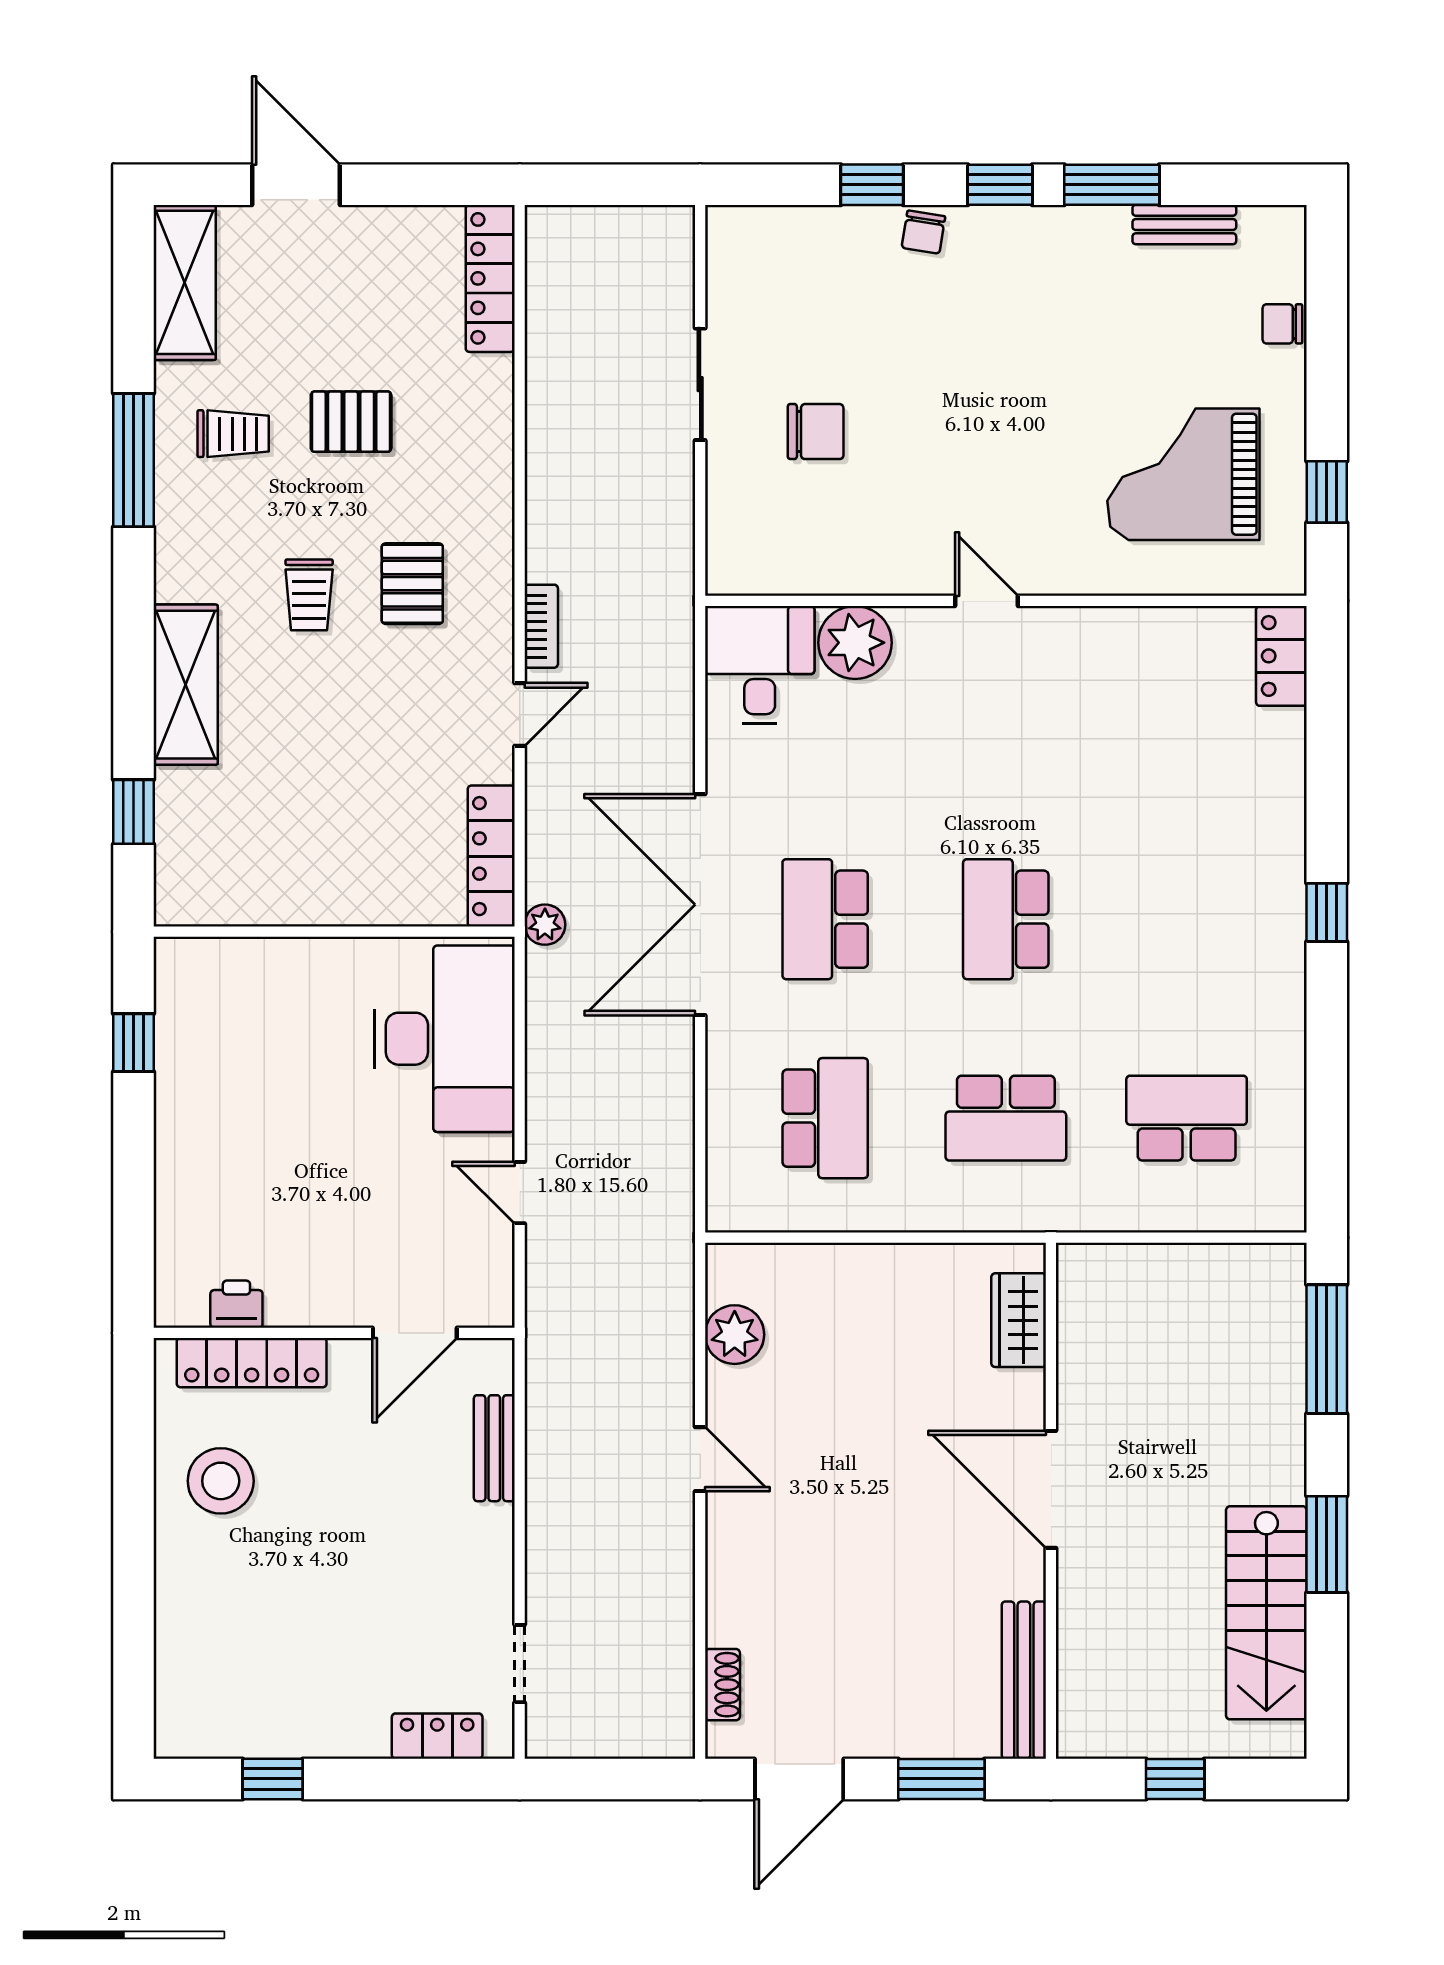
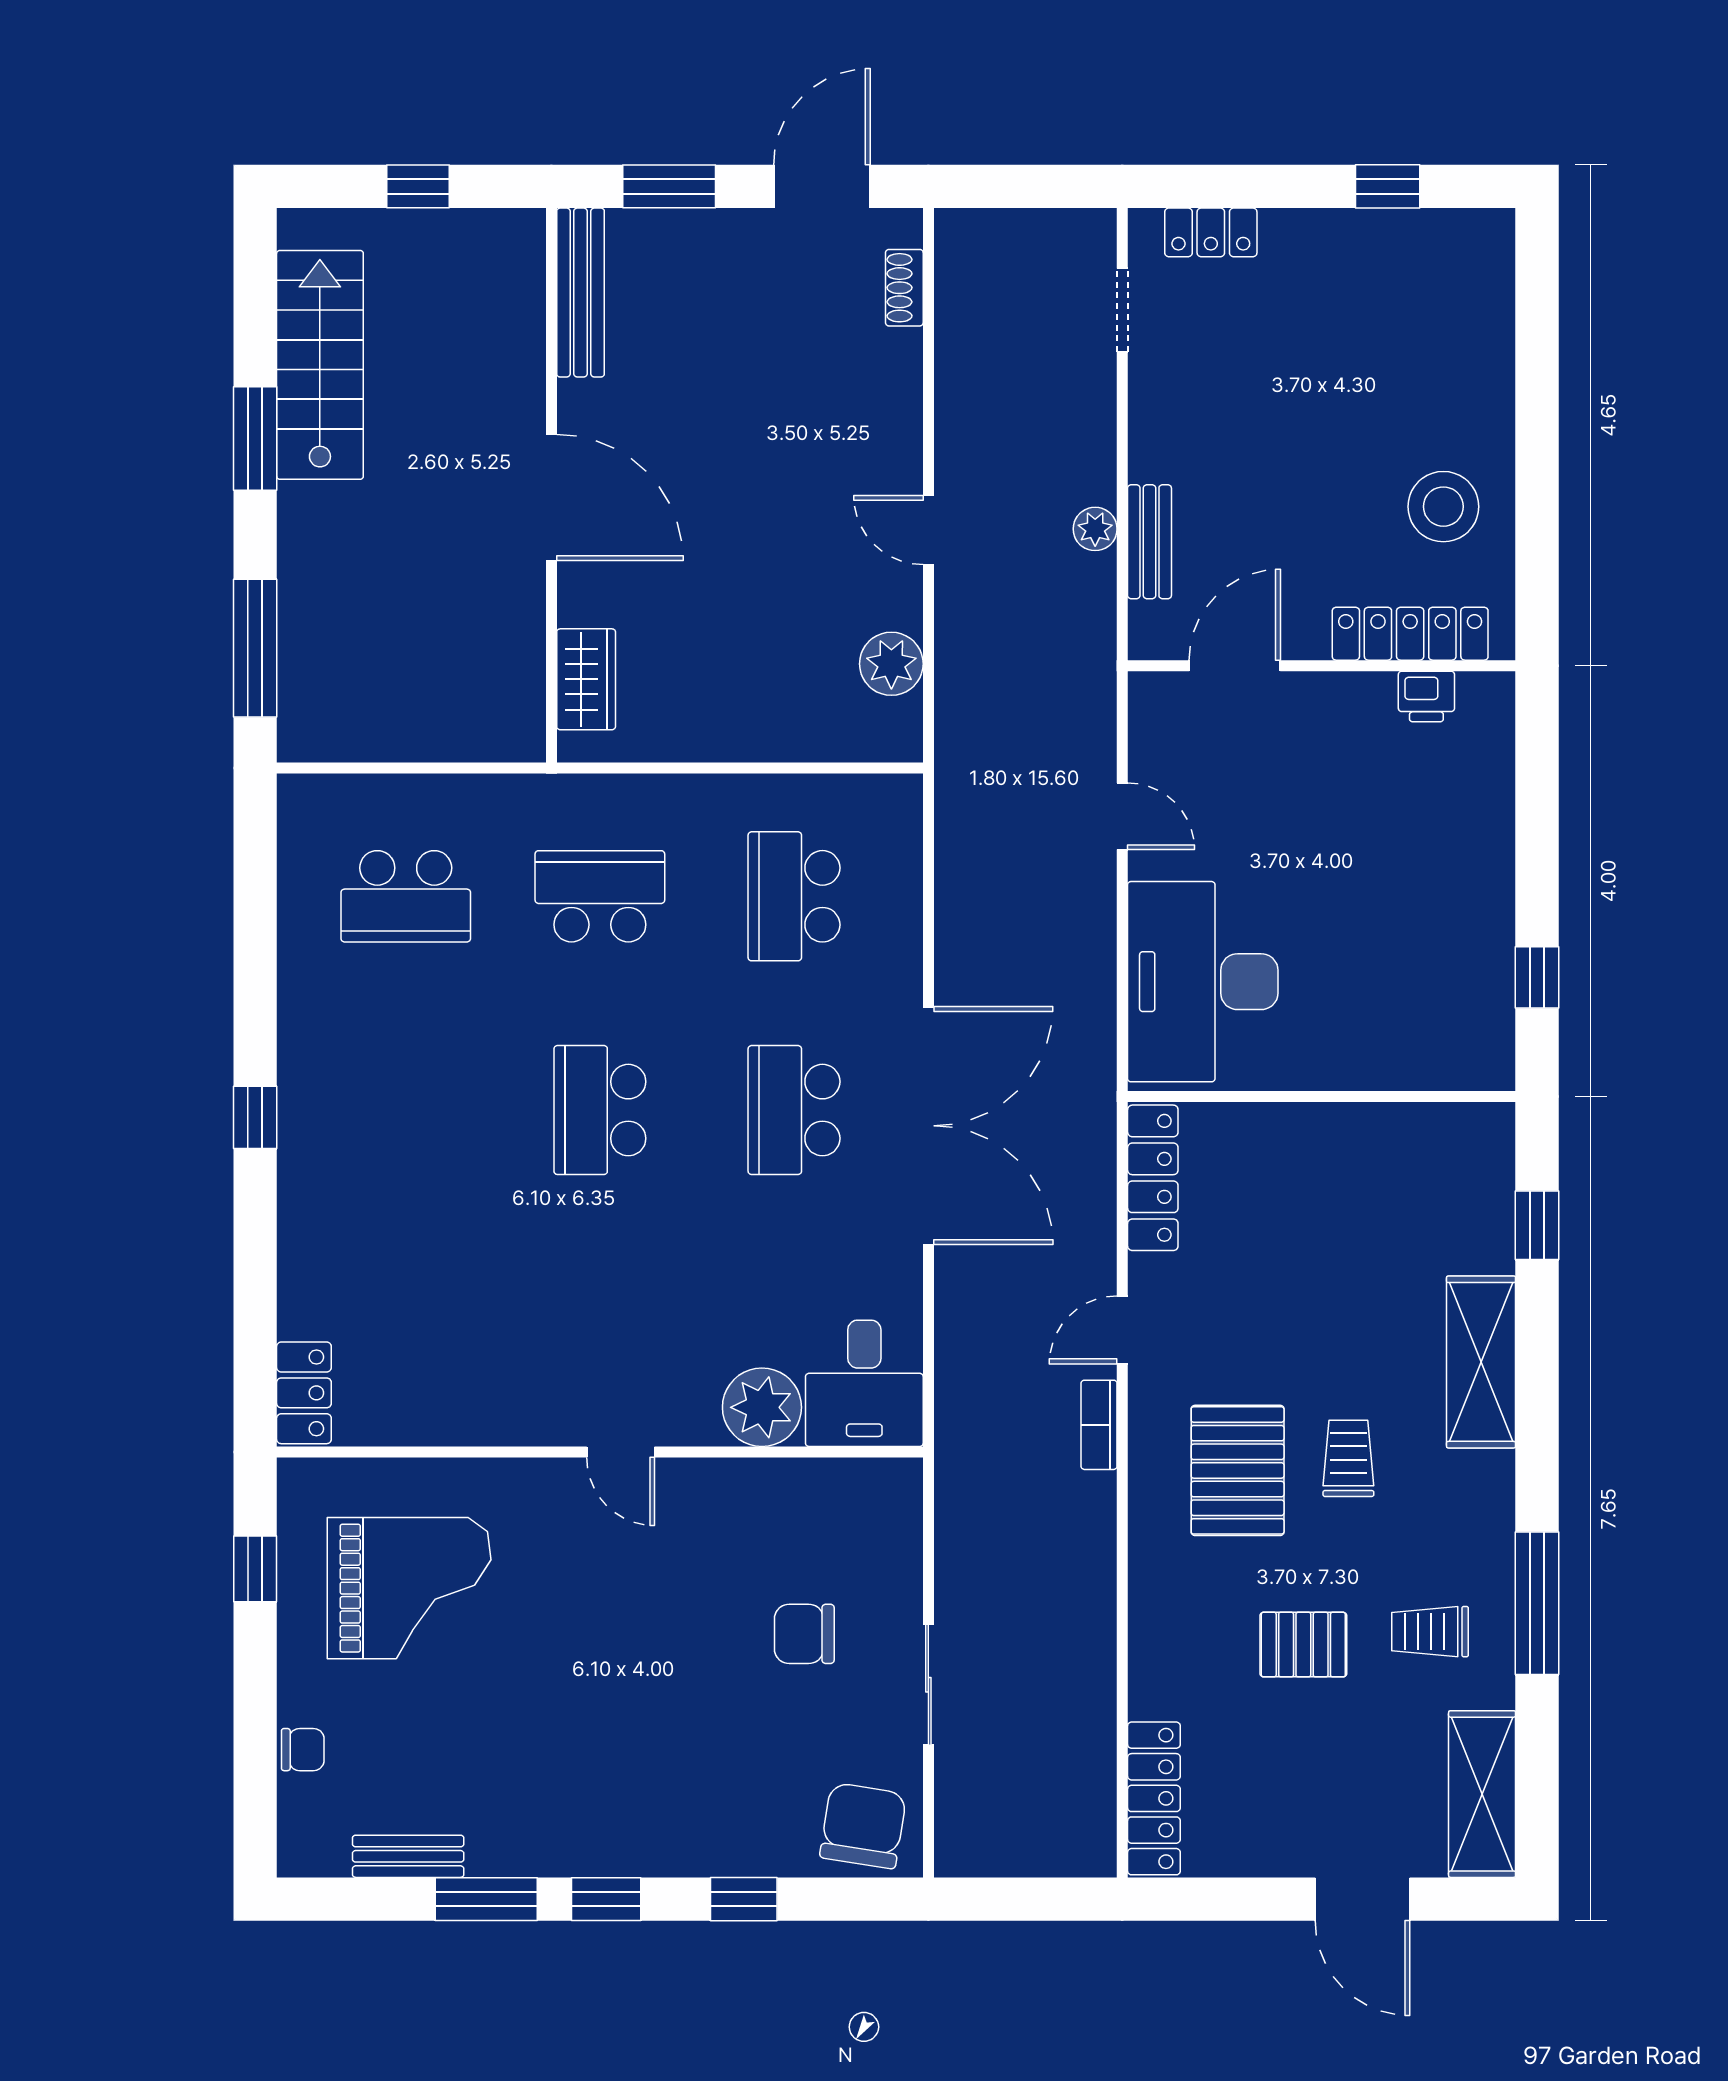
chair: (923, 232) -> (863, 1826), moved, width x1.87, depth x1.87
pallet: (412, 584) -> (1238, 1470), width x1.50, depth x1.42
school desk: (825, 919) -> (794, 1110), turned 180
school desk: (1006, 919) -> (600, 1110), turned 180
plant: (545, 925) -> (1095, 529), moved

